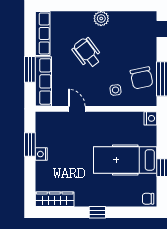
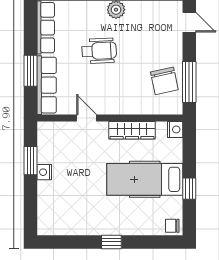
wheelchair: (87, 53) -> (99, 51), turned 124
side table: (116, 90) -> (133, 95), removed
wardrobe: (55, 199) -> (132, 130), moved, turned 180

